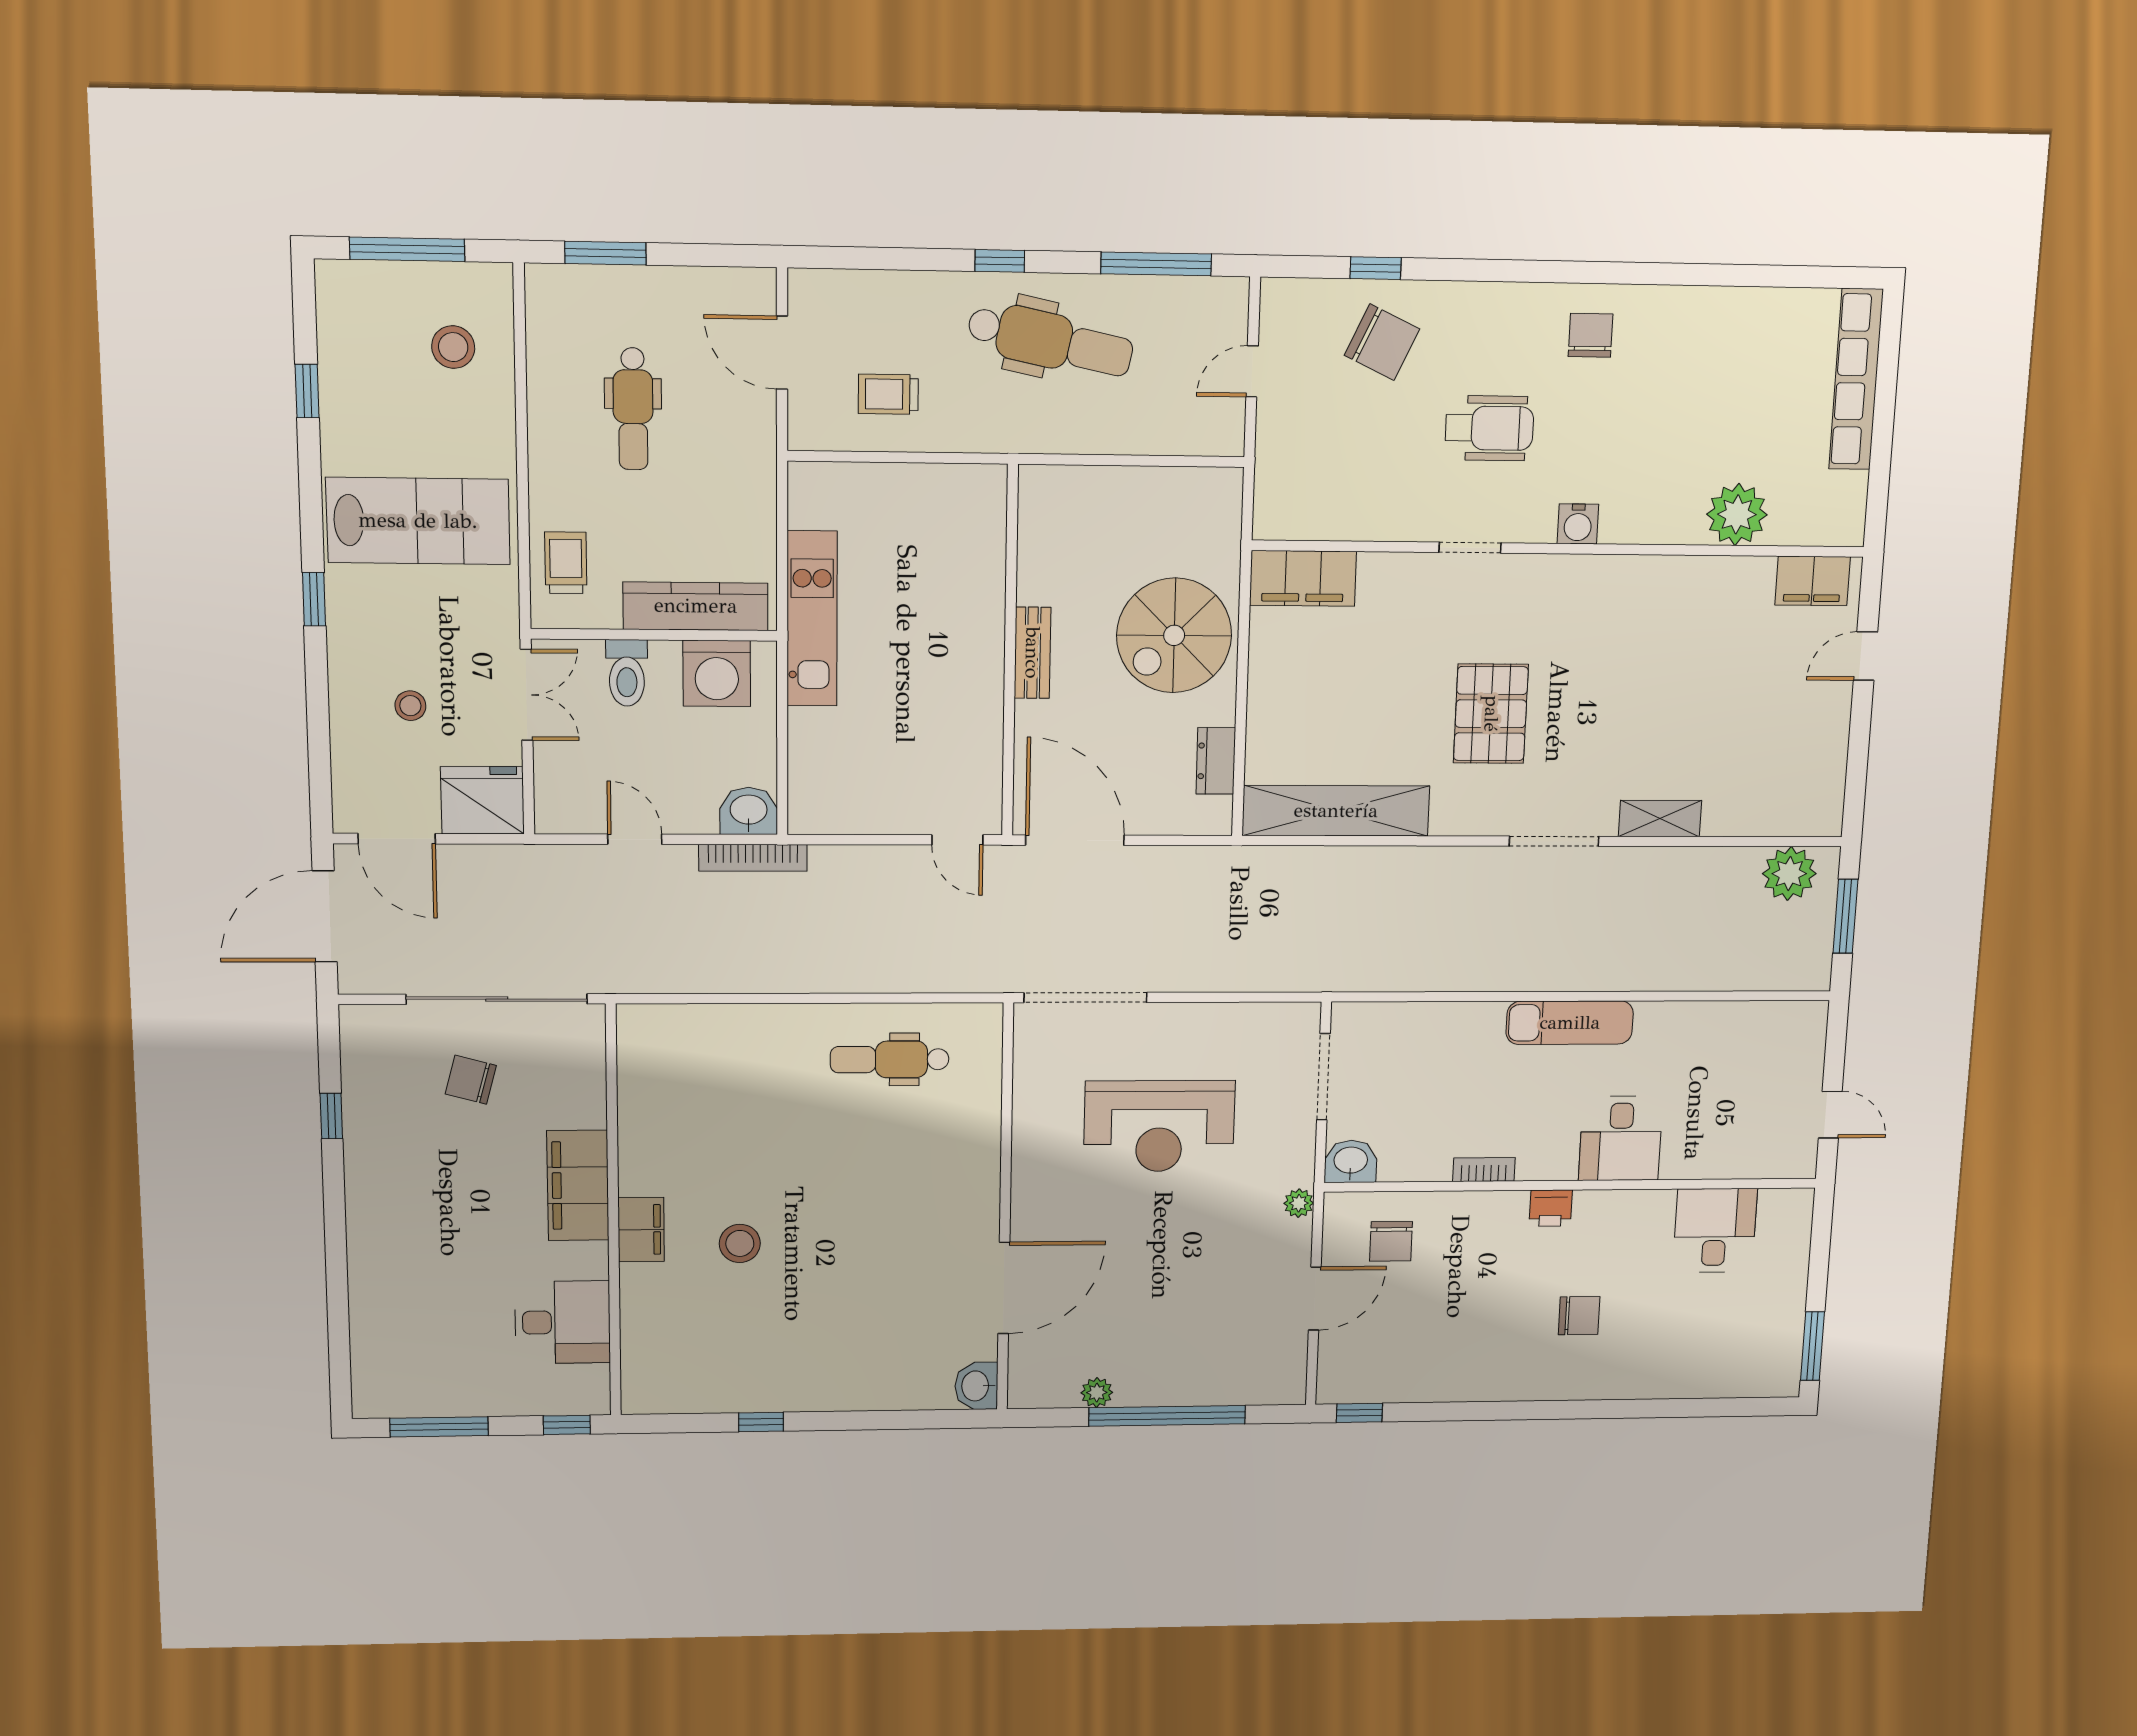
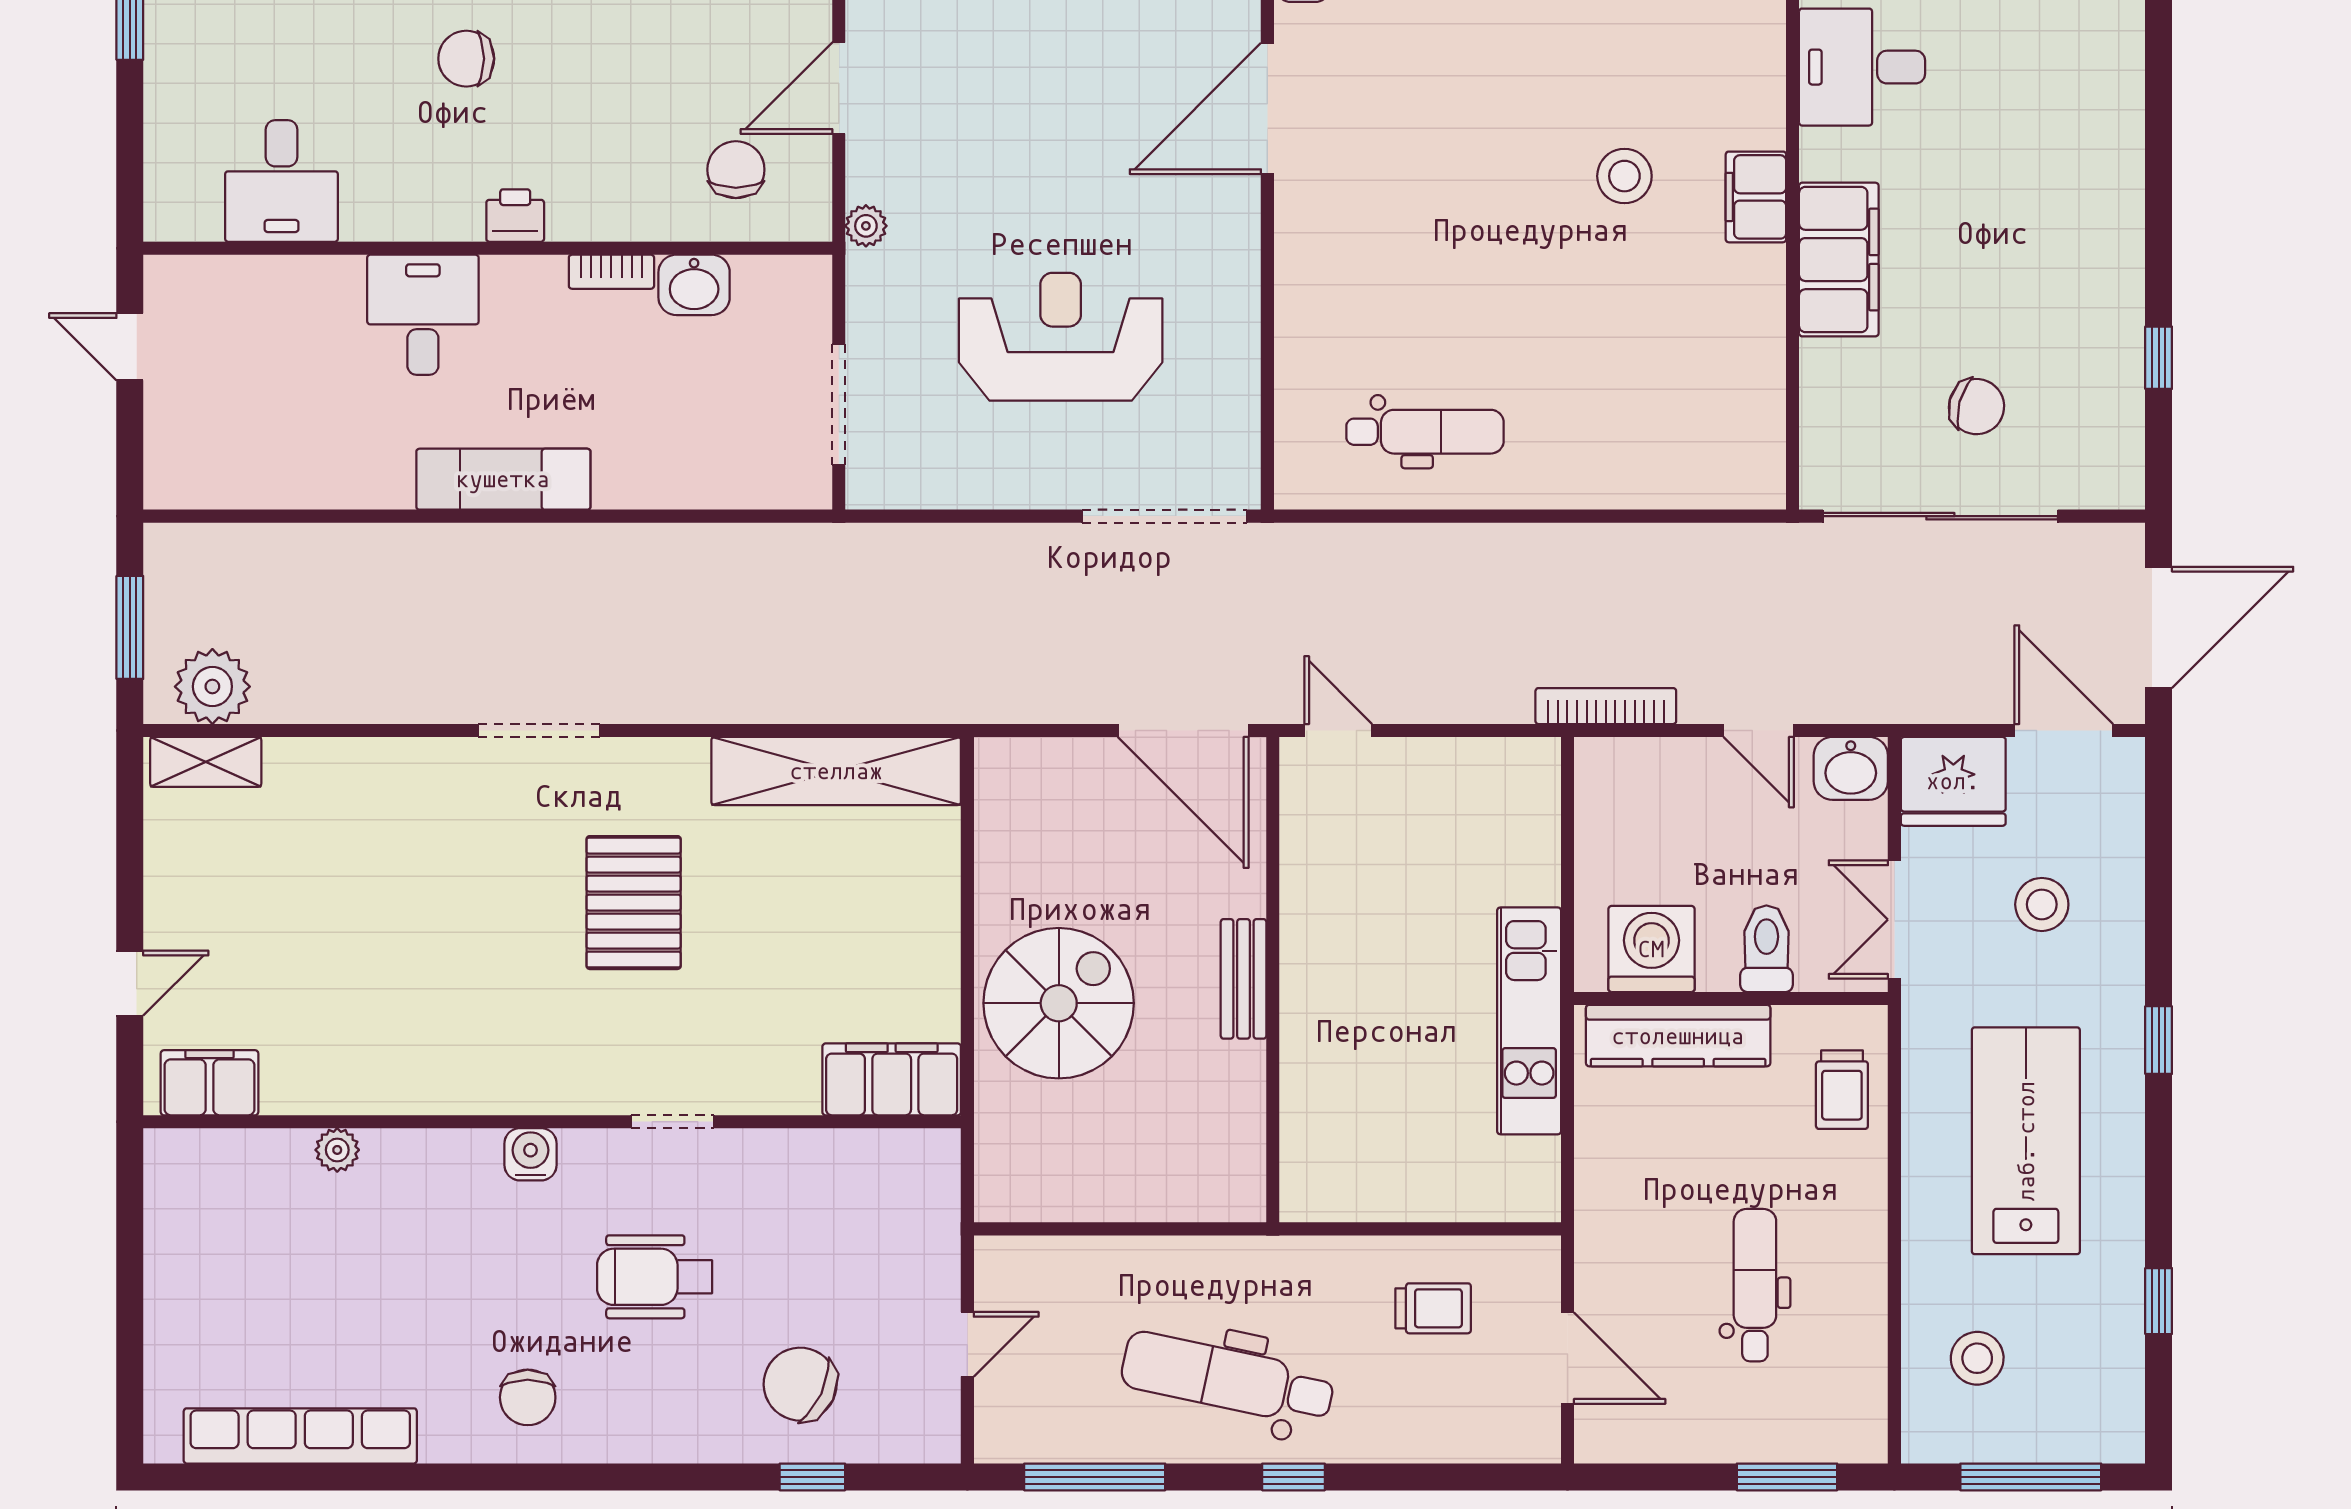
row of seats: (1856, 379) -> (300, 1436), moved, turned -90
plant: (1737, 514) -> (337, 1150), width x0.53, depth x0.53
lab bench: (418, 521) -> (2026, 1141), turned 90
stool: (410, 706) -> (2042, 904), width x1.37, depth x1.37
dresser: (1216, 761) -> (999, 837), removed
washbasin: (749, 811) -> (1851, 768), moved
shelving: (1660, 818) -> (206, 762), moved
washbasin: (1351, 1161) -> (694, 285), moved

